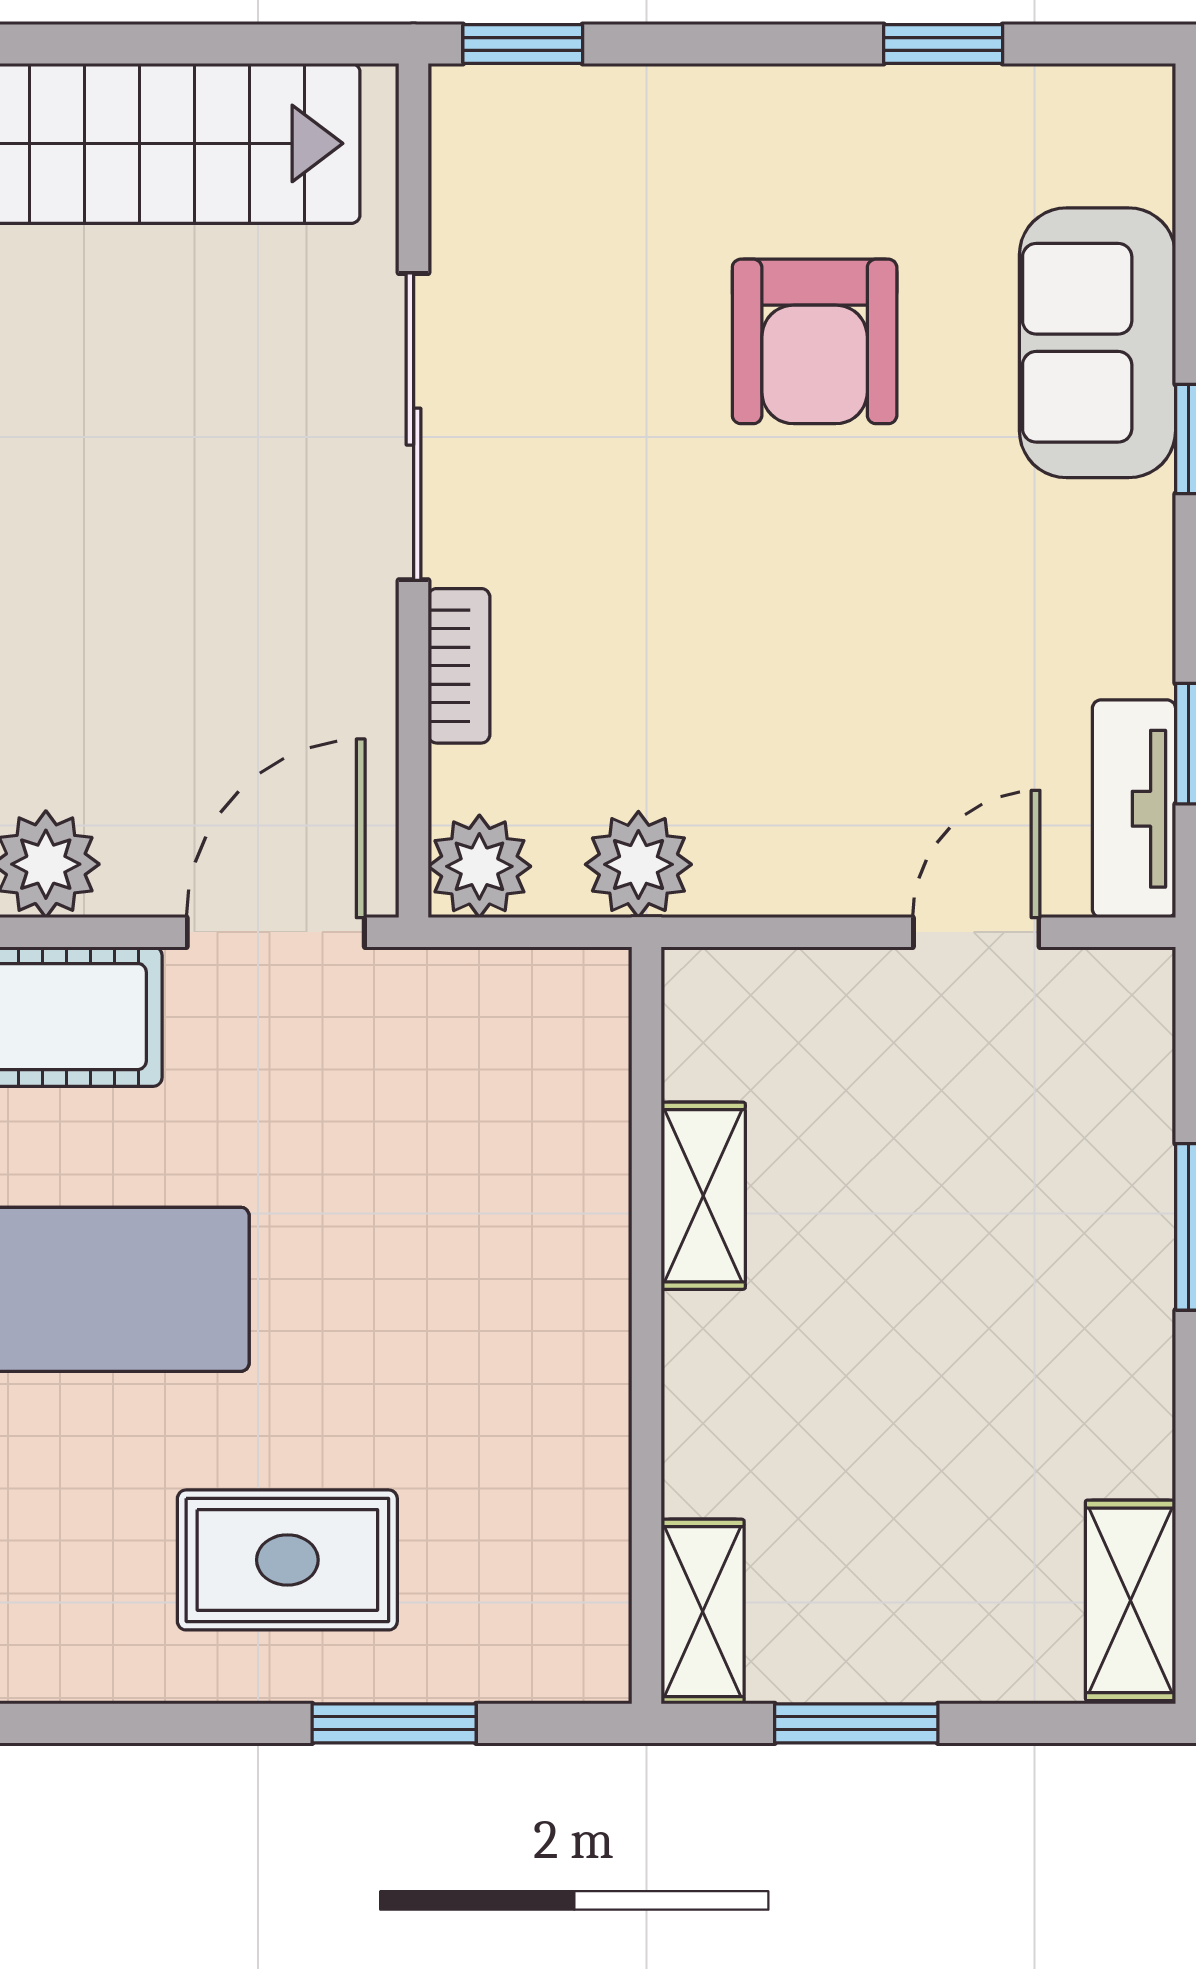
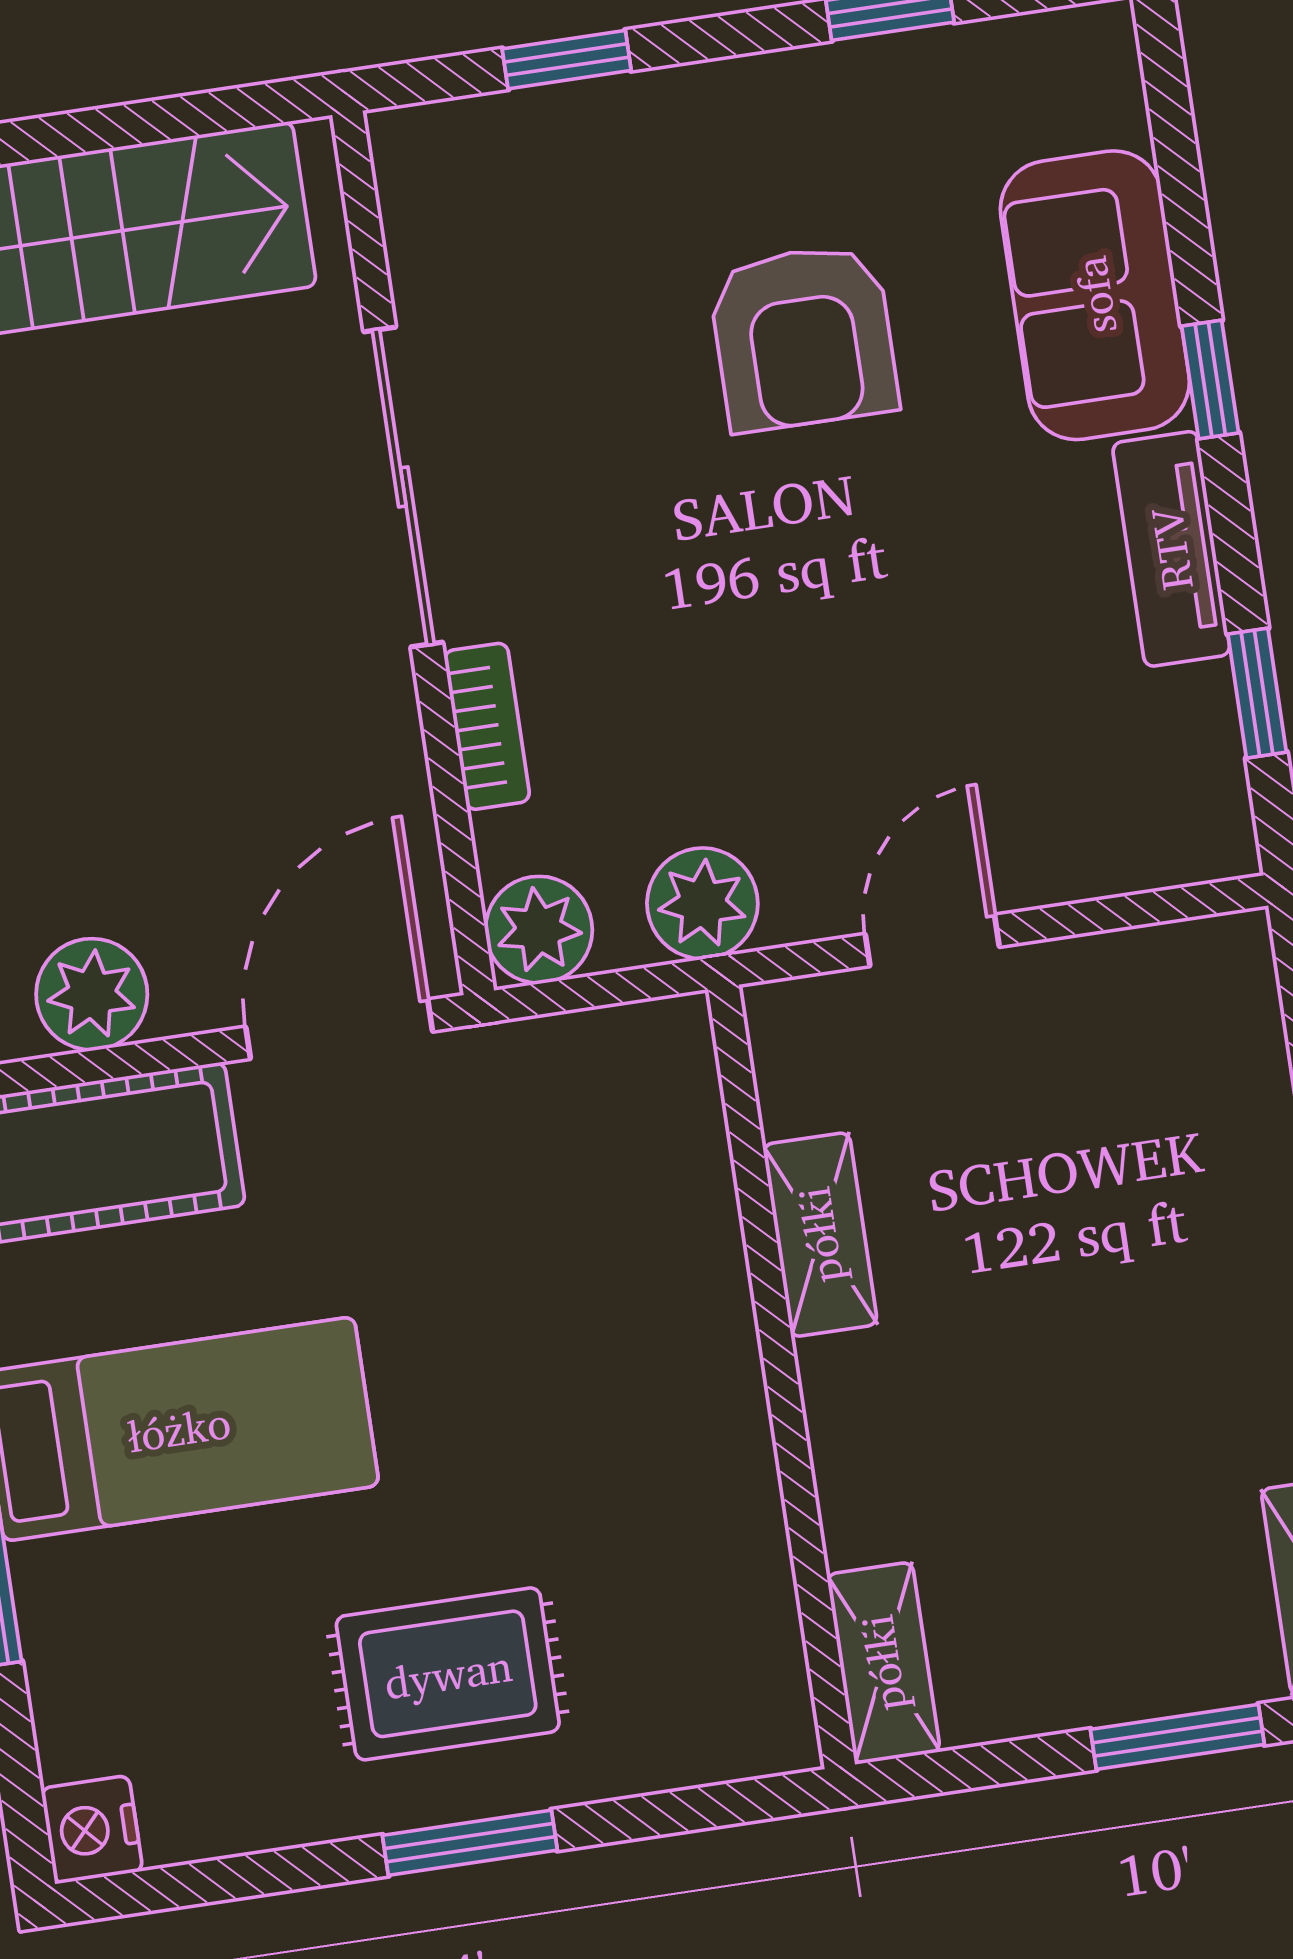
window: (523, 44) -> (567, 60), moved
tv unit: (1134, 809) -> (1171, 549), moved
door: (976, 932) -> (932, 940), moved
window: (394, 1723) -> (470, 1843), moved
window: (856, 1723) -> (1177, 1737), moved

